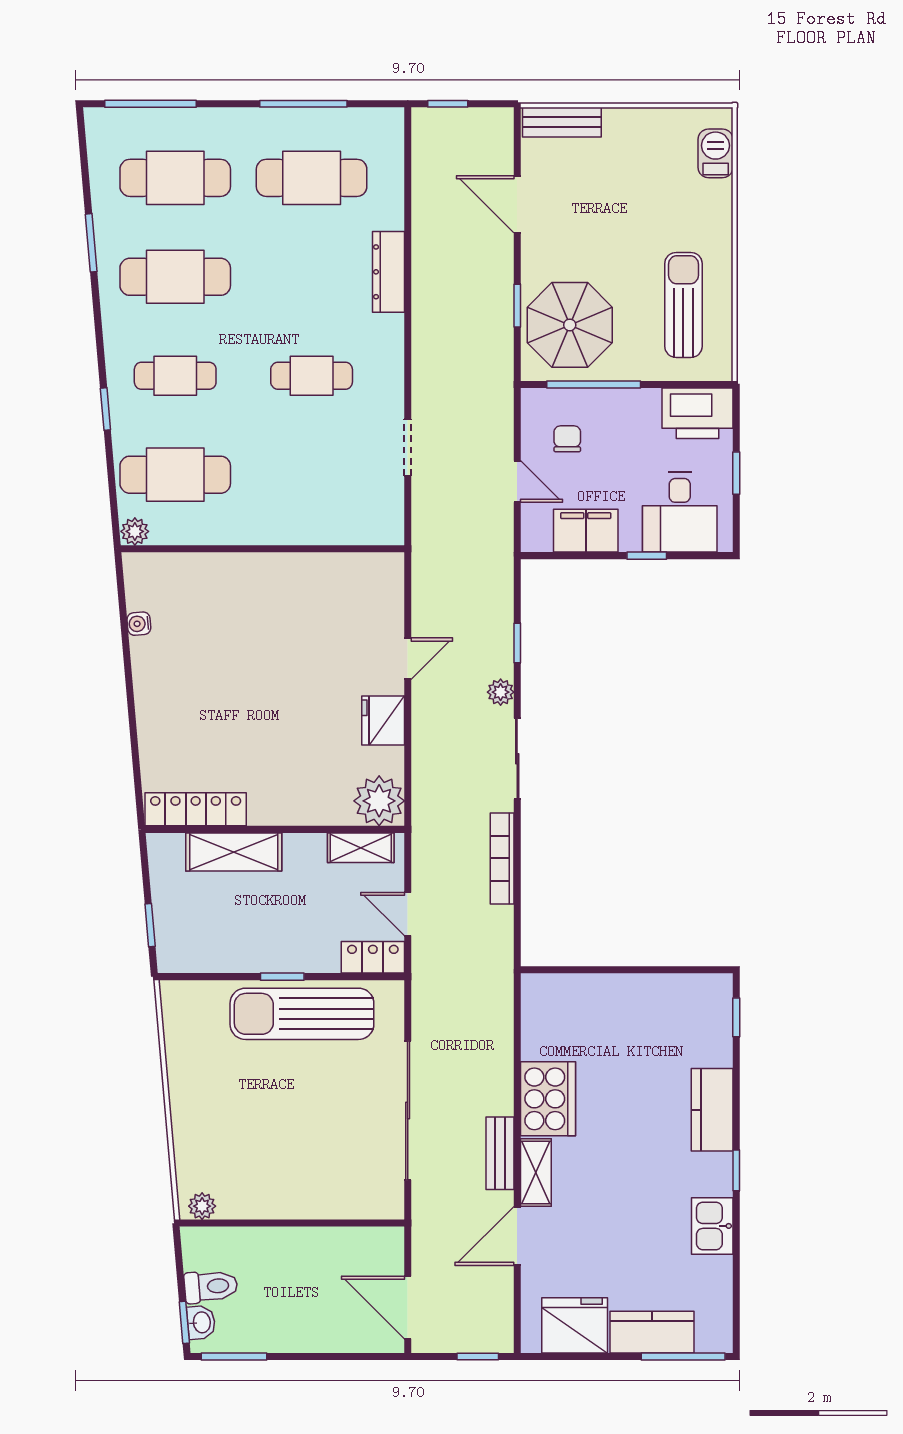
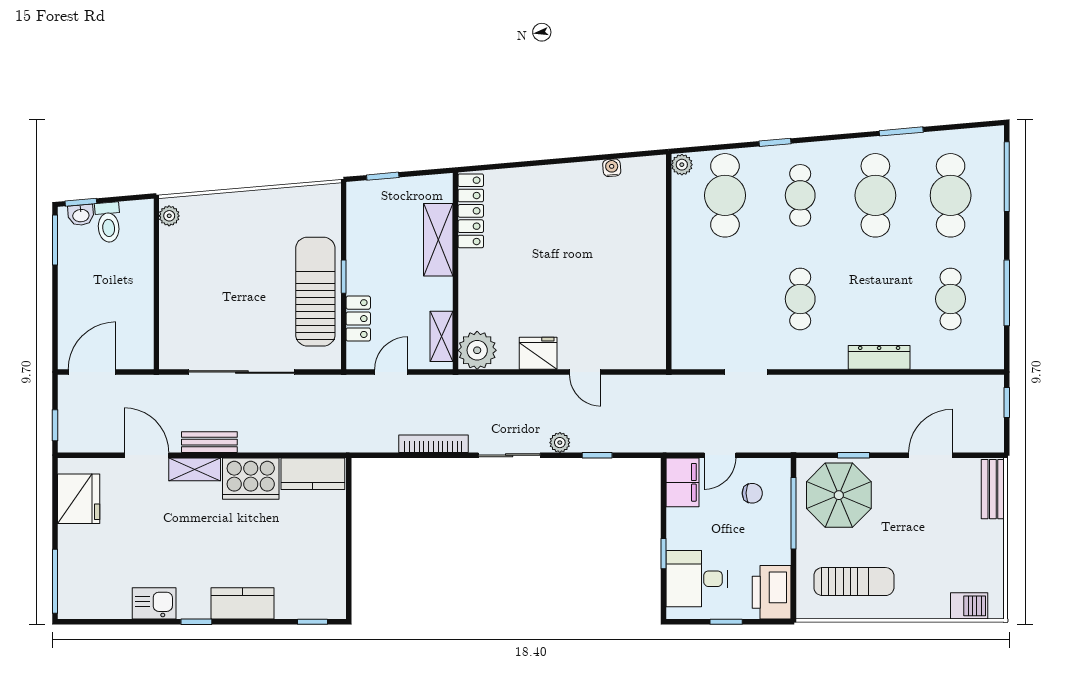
cafe table: (312, 178) -> (951, 299), width x0.73, depth x0.74
filing cabinet: (586, 531) -> (682, 482), moved
locker: (373, 957) -> (358, 319), moved
kitchen counter: (652, 1332) -> (313, 474), moved, turned 90

